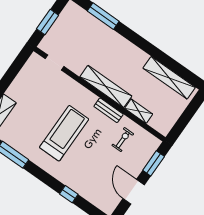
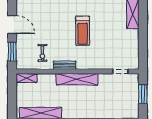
shelving: (139, 111) -> (26, 78), moved
treadmill: (64, 133) -> (83, 31), width x0.73, depth x0.73

